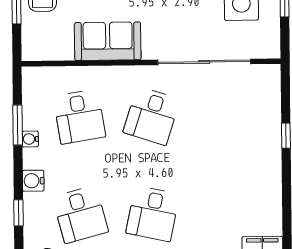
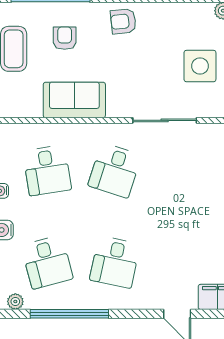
sliding door: (204, 62) -> (165, 120), width x0.73

